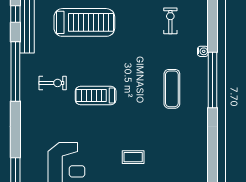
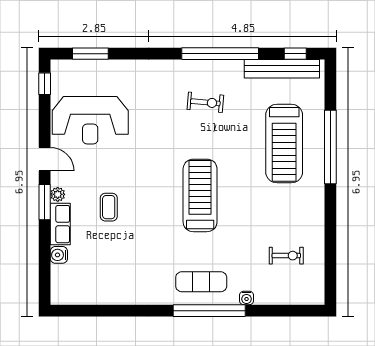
exercise bike: (53, 83) -> (205, 102), turned -85
exercise mat: (172, 89) -> (201, 282), moved
treadmill: (96, 95) -> (200, 195), moved, width x1.37, depth x1.37

